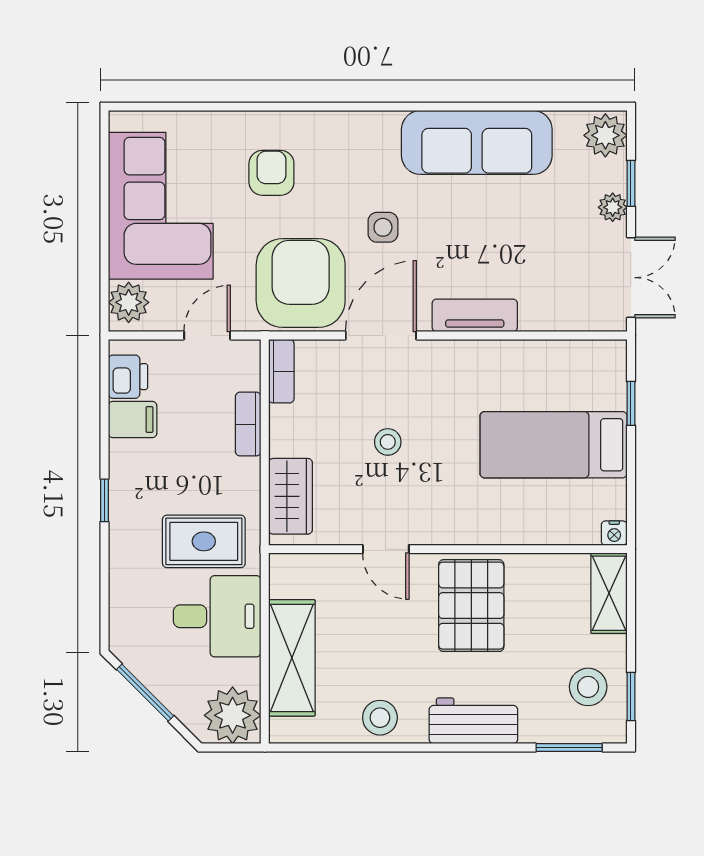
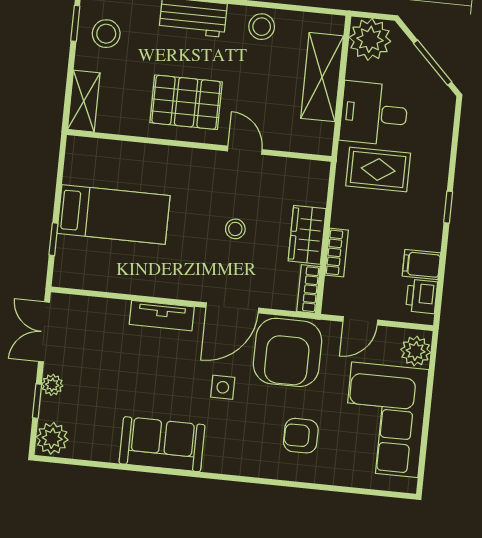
sofa: (477, 142) -> (162, 444), width x0.73
armchair: (271, 173) -> (301, 436), turned 90
wardrobe: (290, 496) -> (307, 235), moved
nightstand: (614, 533) -> (75, 145), removed
pallet: (471, 606) -> (186, 102), turned 90

